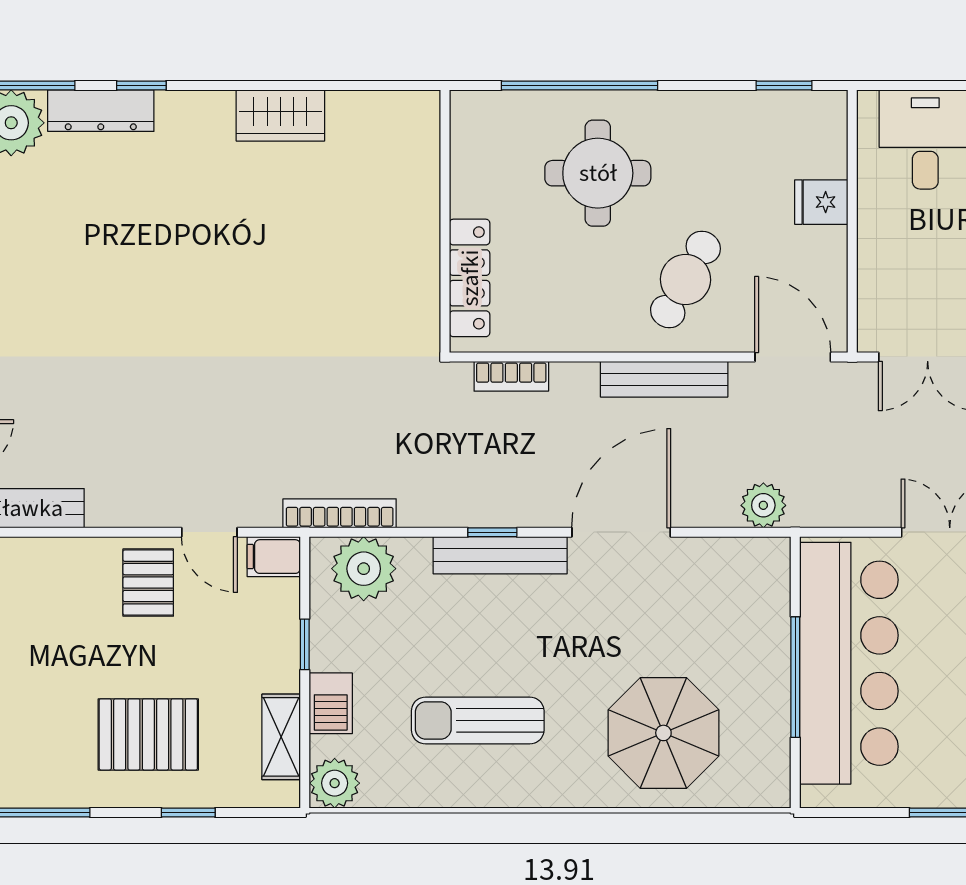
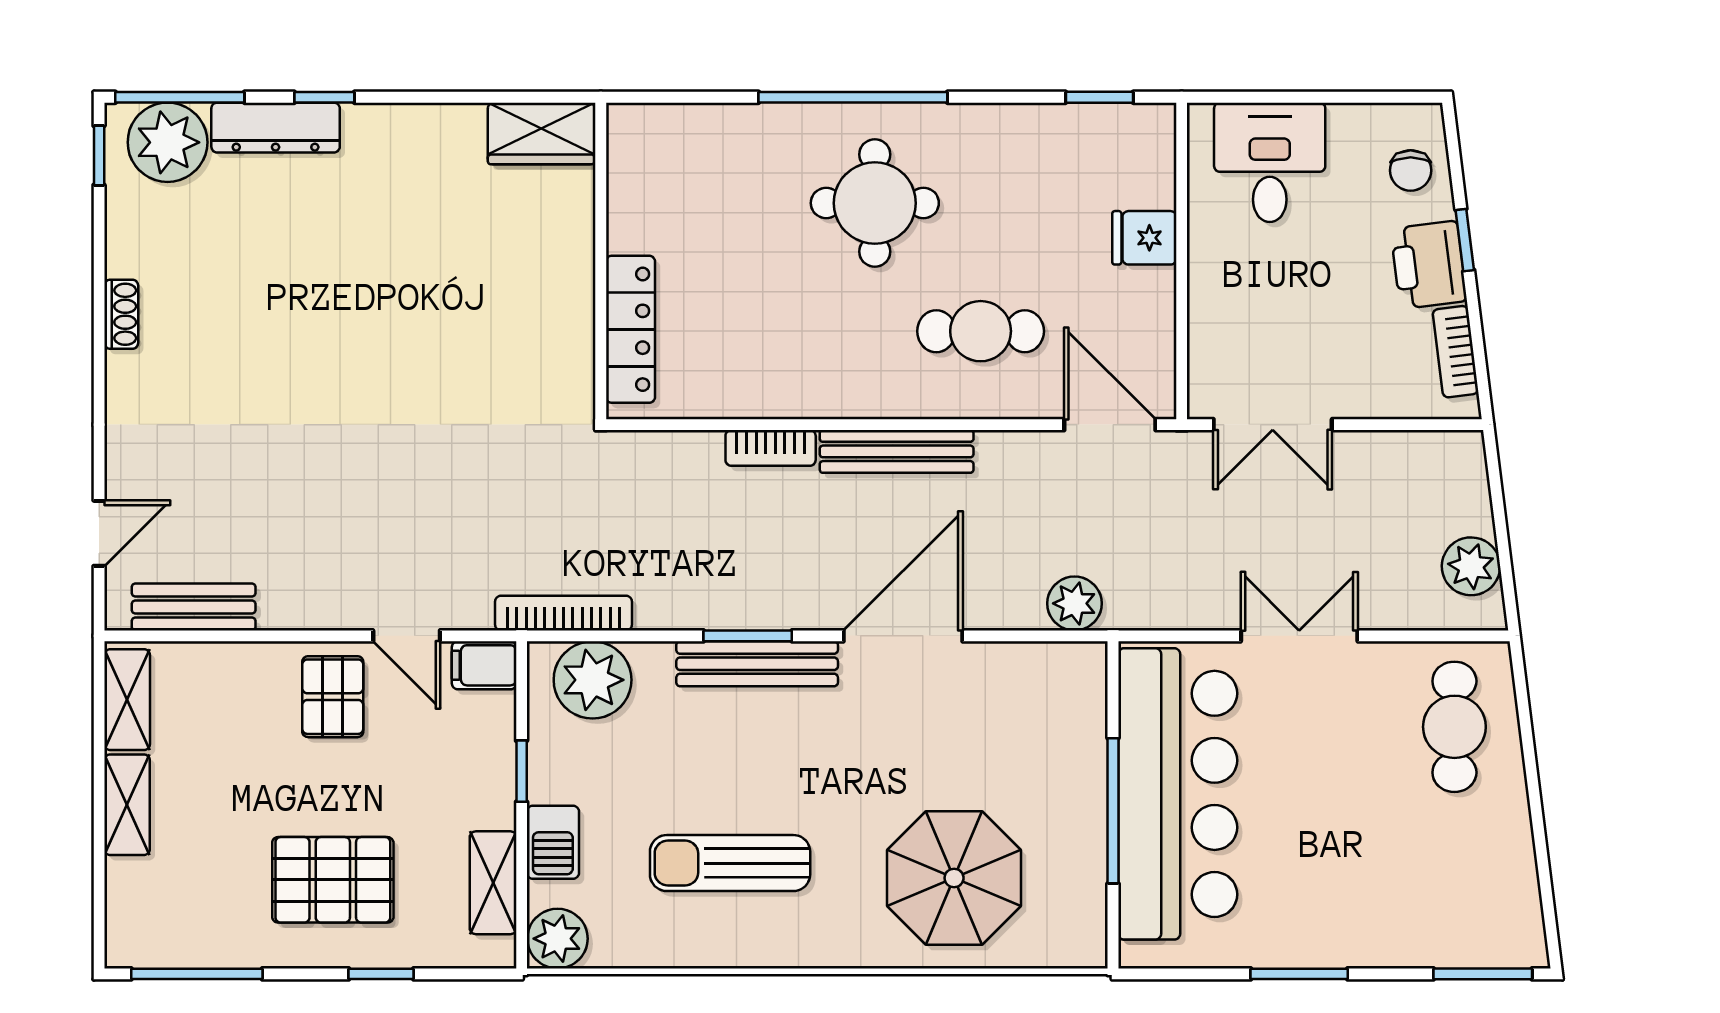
wardrobe: (280, 115) -> (541, 133), moved
wall: (445, 221) -> (601, 261), moved
locker: (470, 278) -> (630, 329), moved
cafe table: (685, 279) -> (981, 331), turned 61
bench: (664, 379) -> (897, 451), moved
window: (492, 532) -> (748, 636), width x1.50

